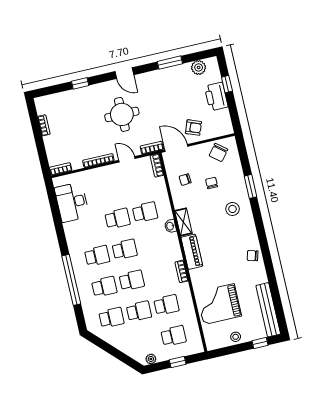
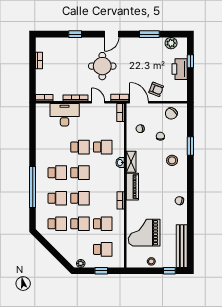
door: (124, 73) -> (112, 34), hinge flipped
desk: (72, 202) -> (65, 115), moved, turned 90

